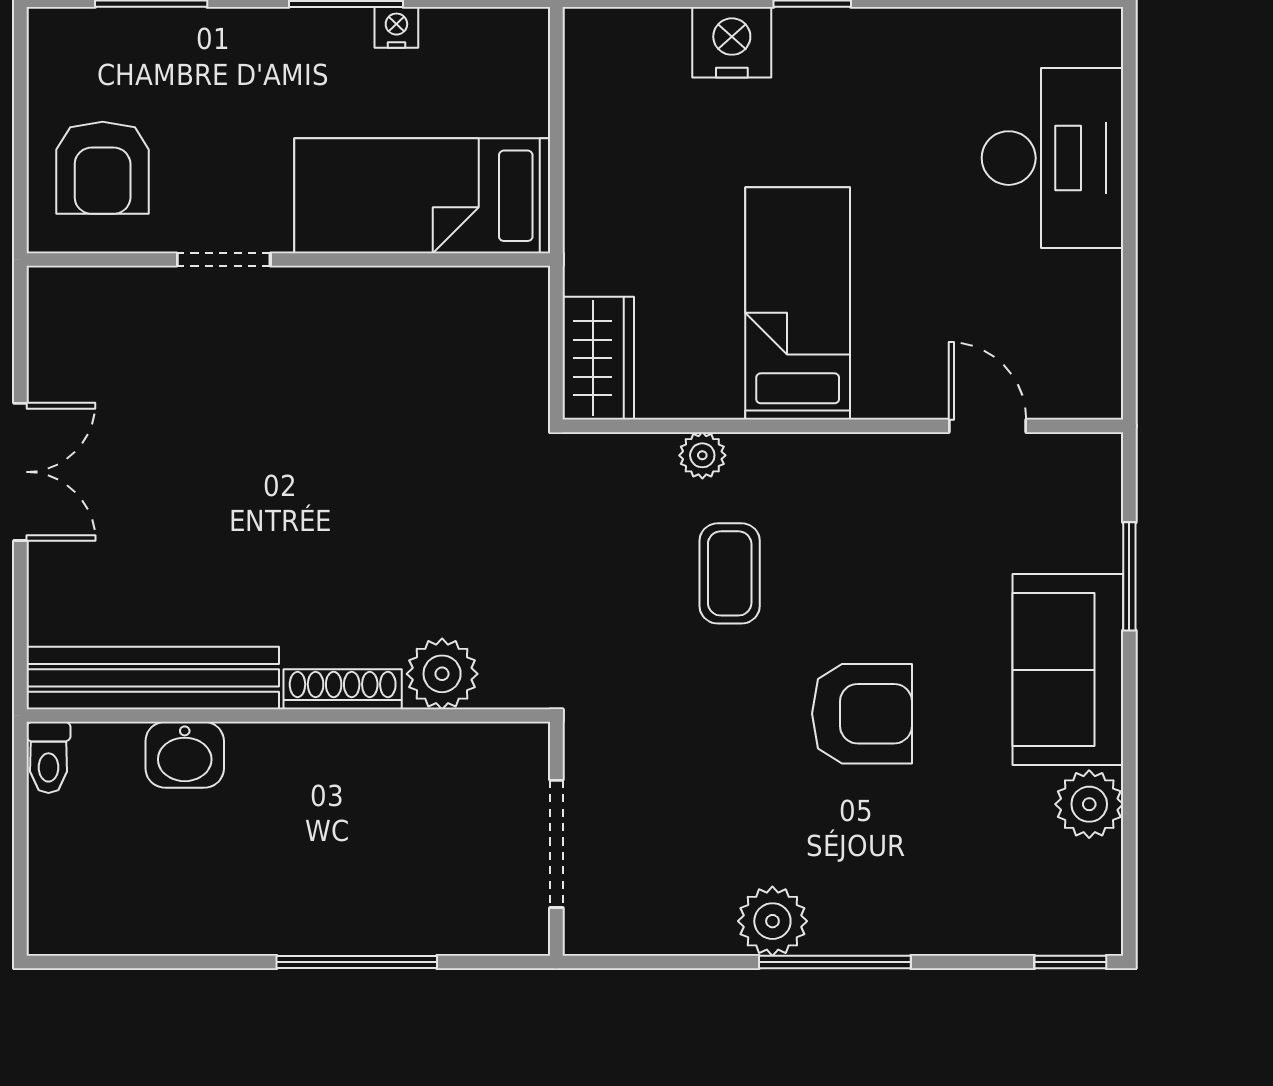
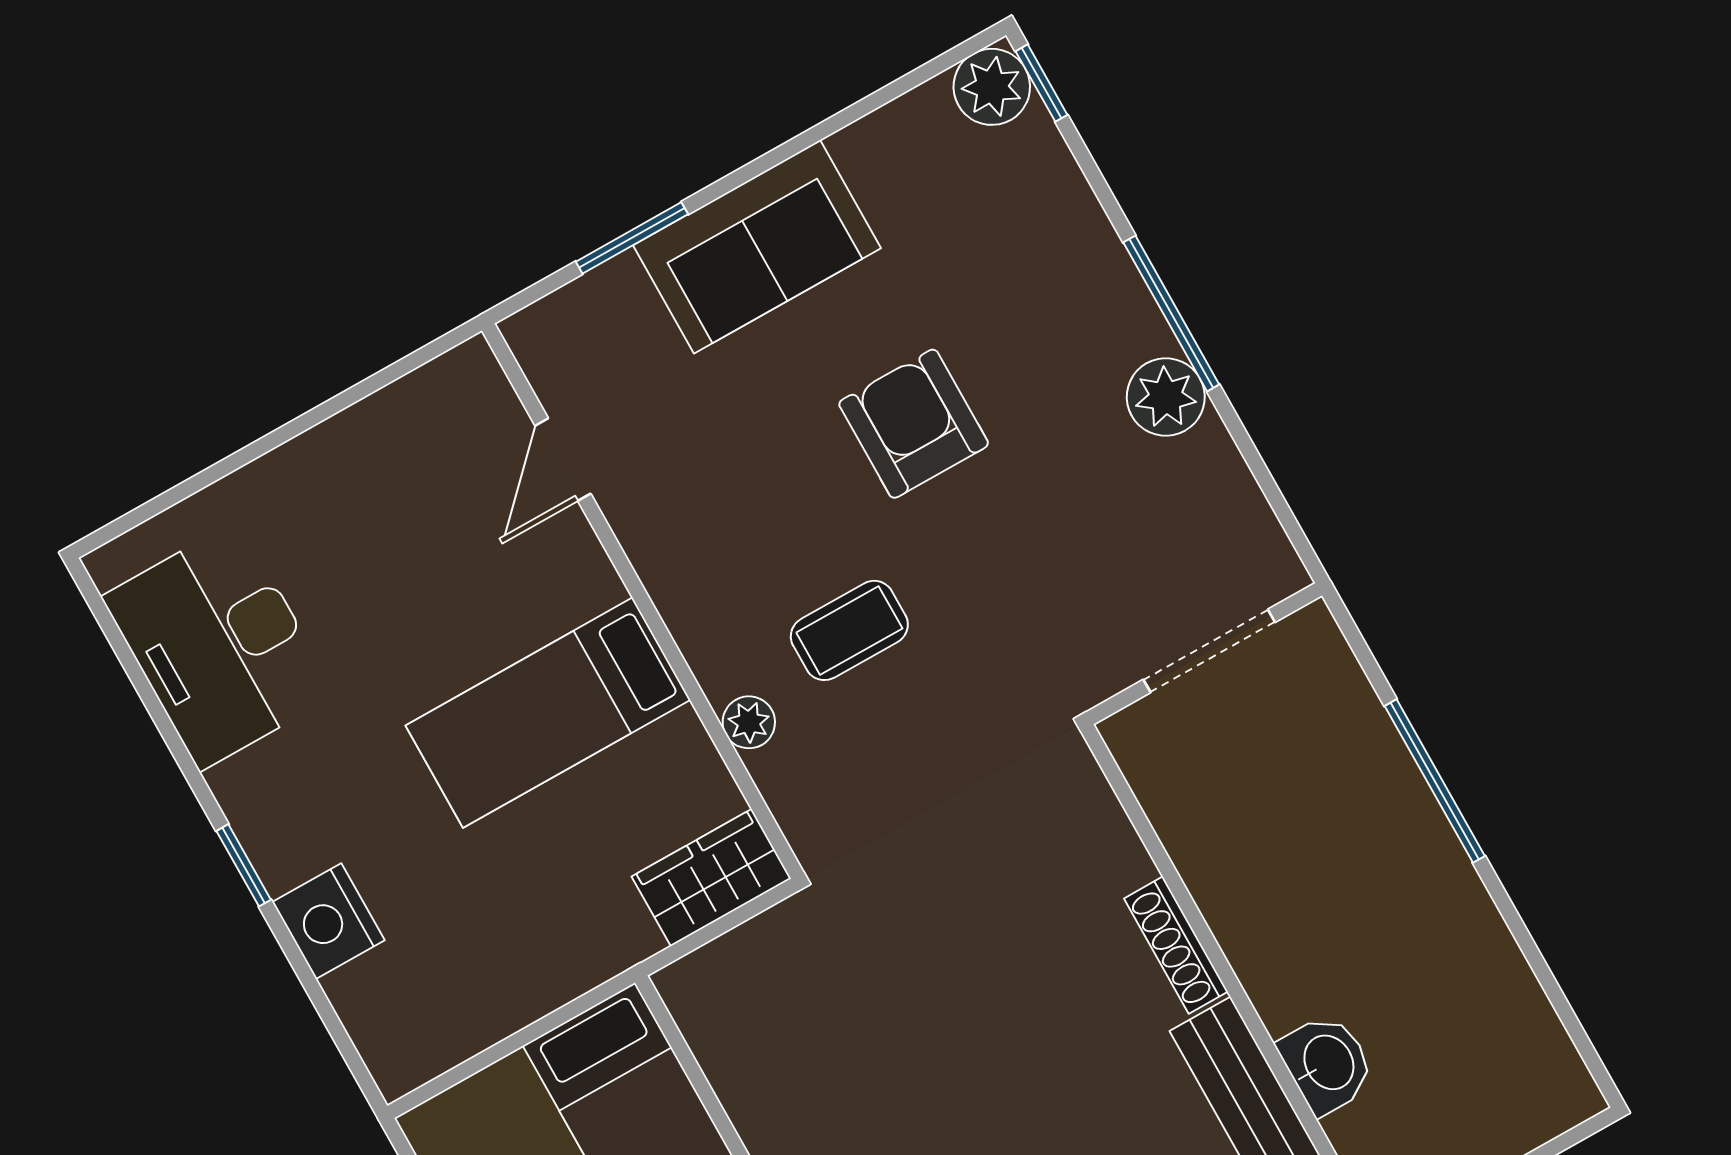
desk: (1053, 158) -> (219, 646), moved, turned -90
plant: (442, 674) -> (1106, 856), removed
plant: (1089, 804) -> (992, 87), moved

